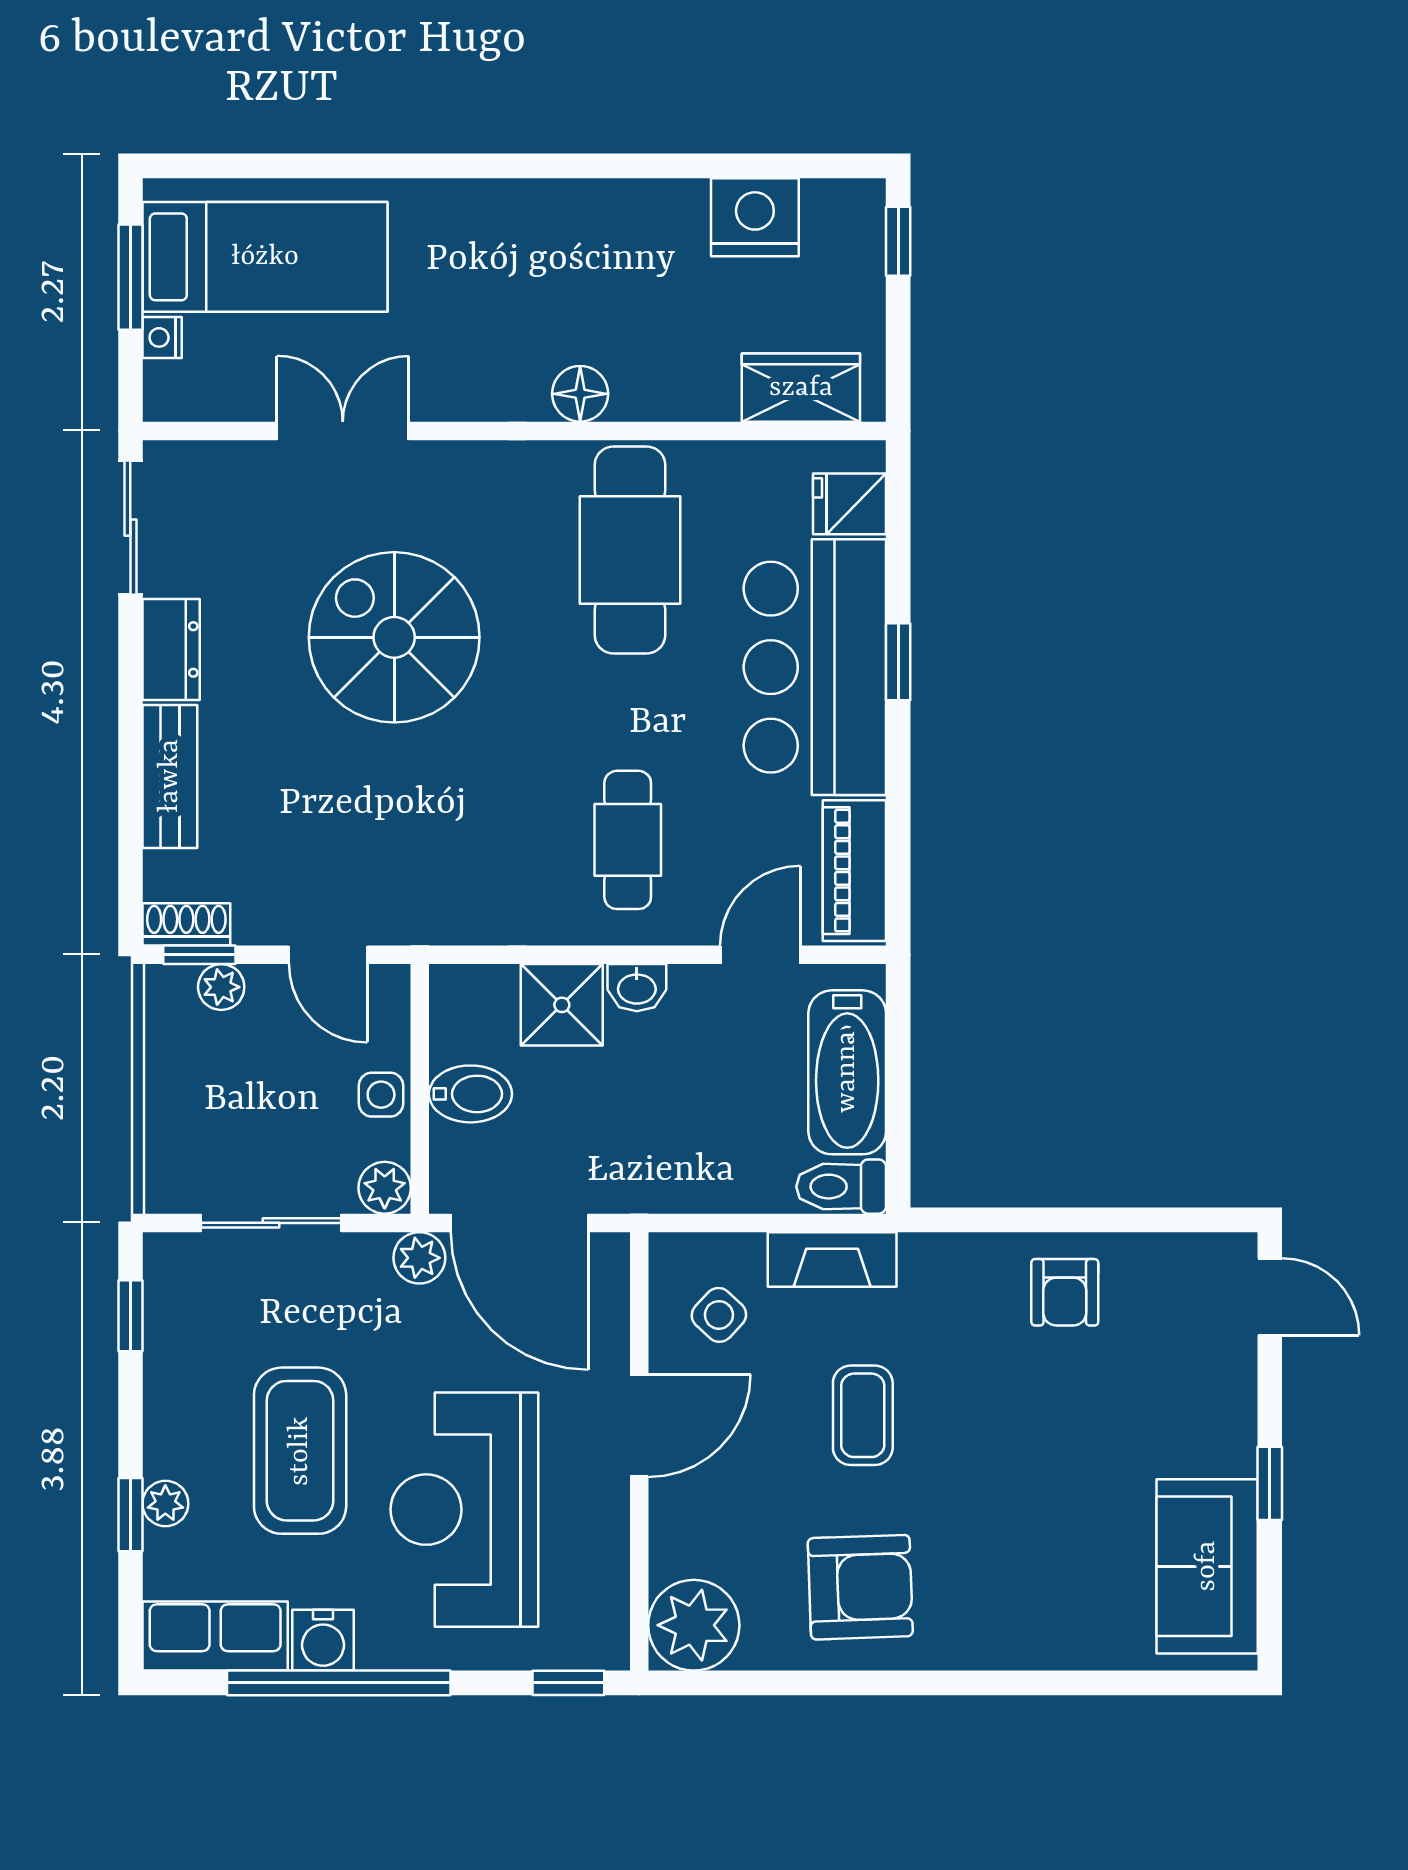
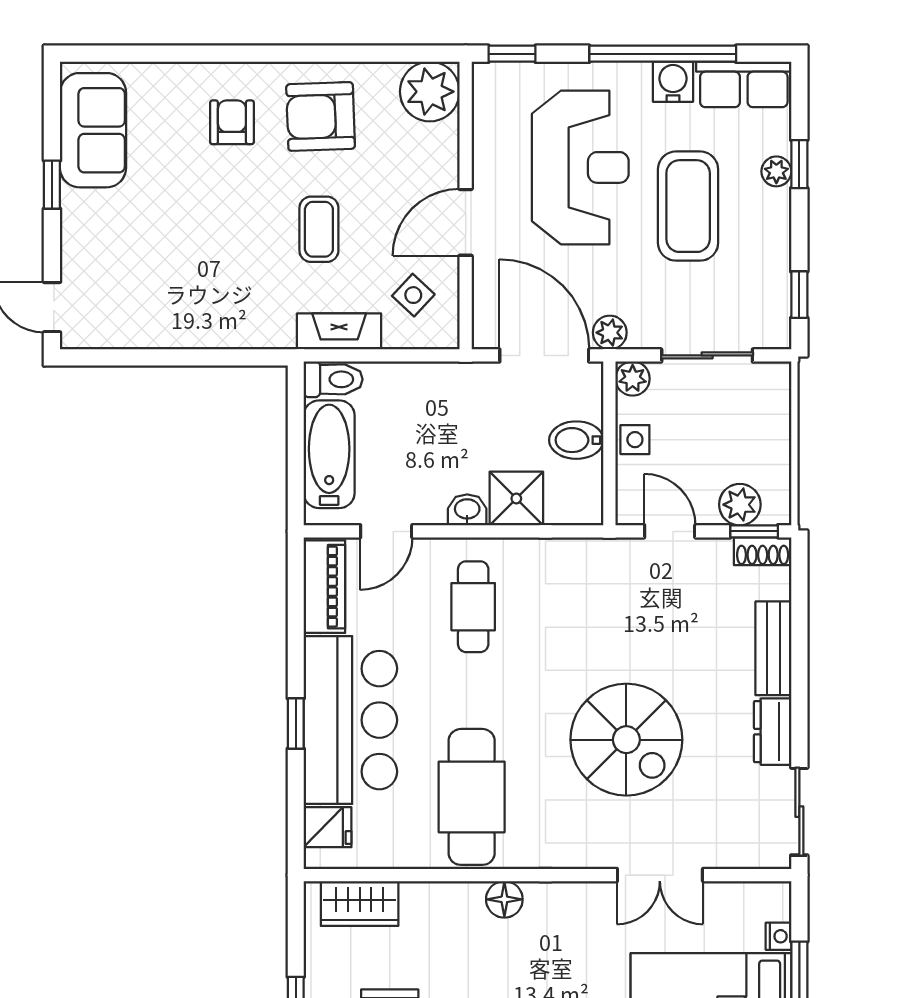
plant: (221, 987) -> (740, 505), width x1.38, depth x1.38
armchair: (1065, 1292) -> (232, 122), moved

